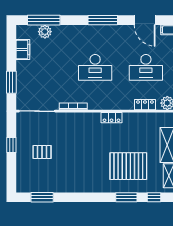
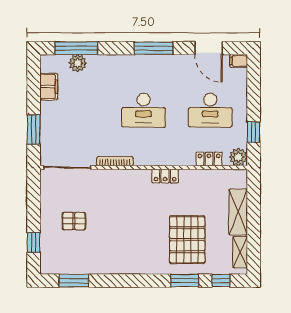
window: (11, 145) -> (34, 242), moved
pallet: (128, 166) -> (187, 240), turned 90

